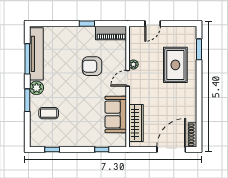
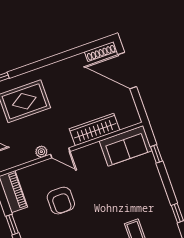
sofa: (116, 114) -> (126, 146), moved
wardrobe: (136, 123) -> (95, 129), moved

